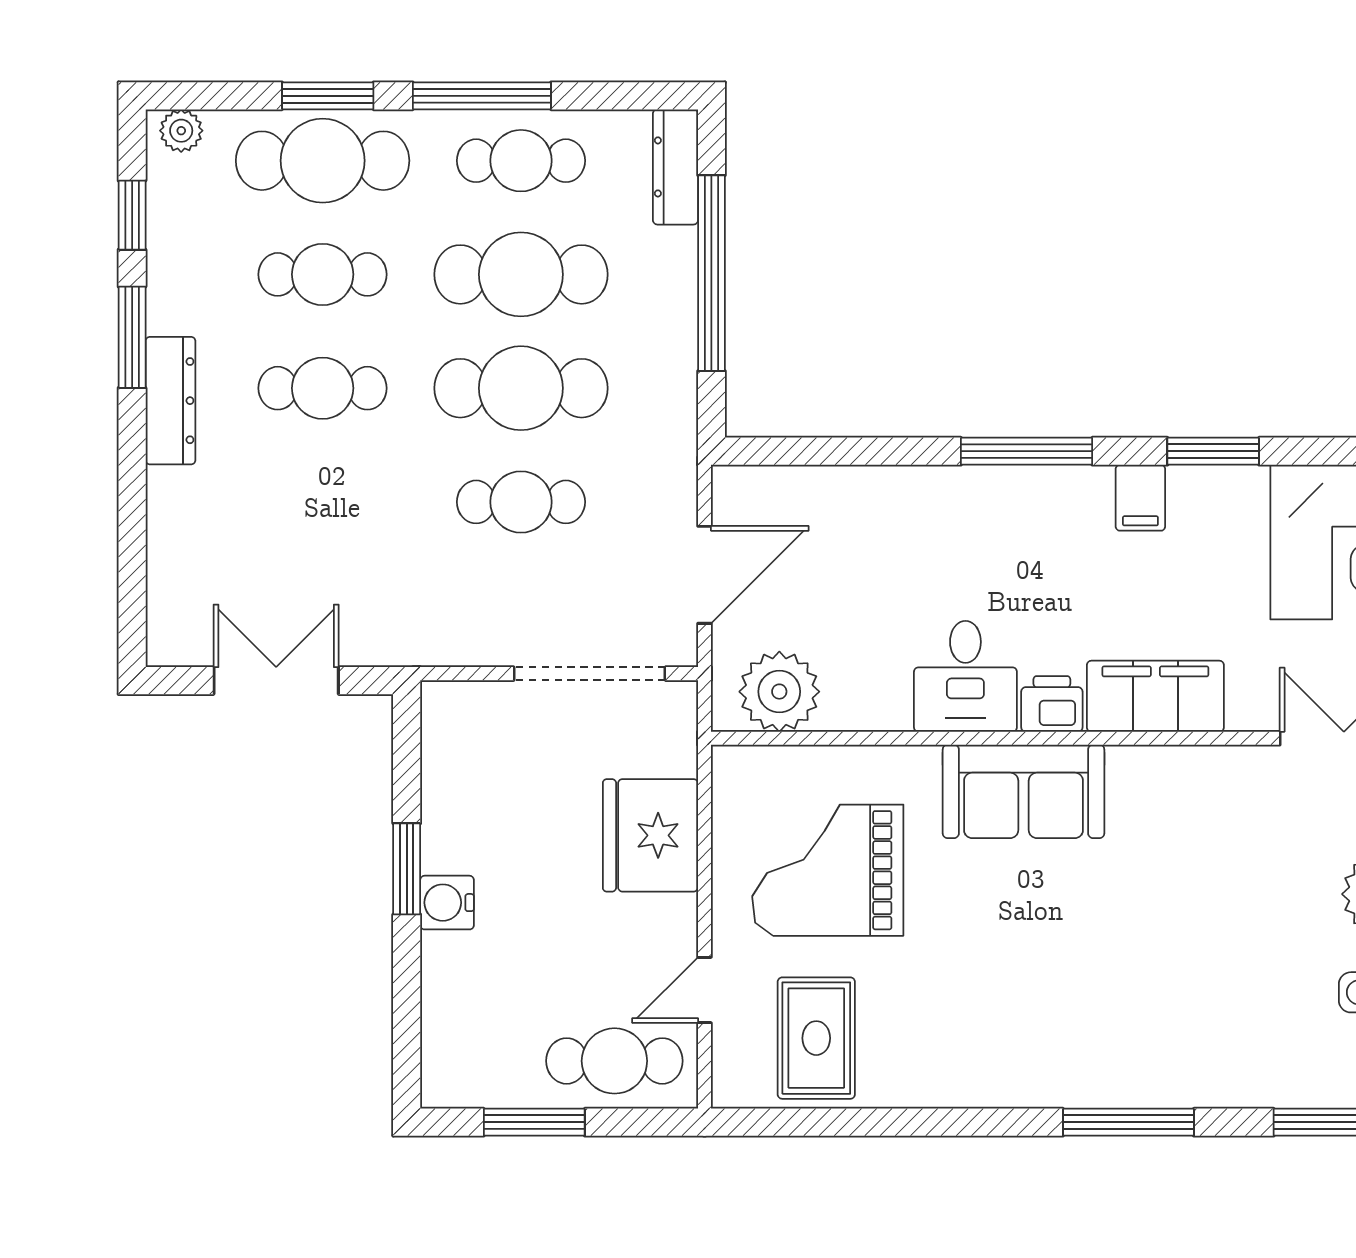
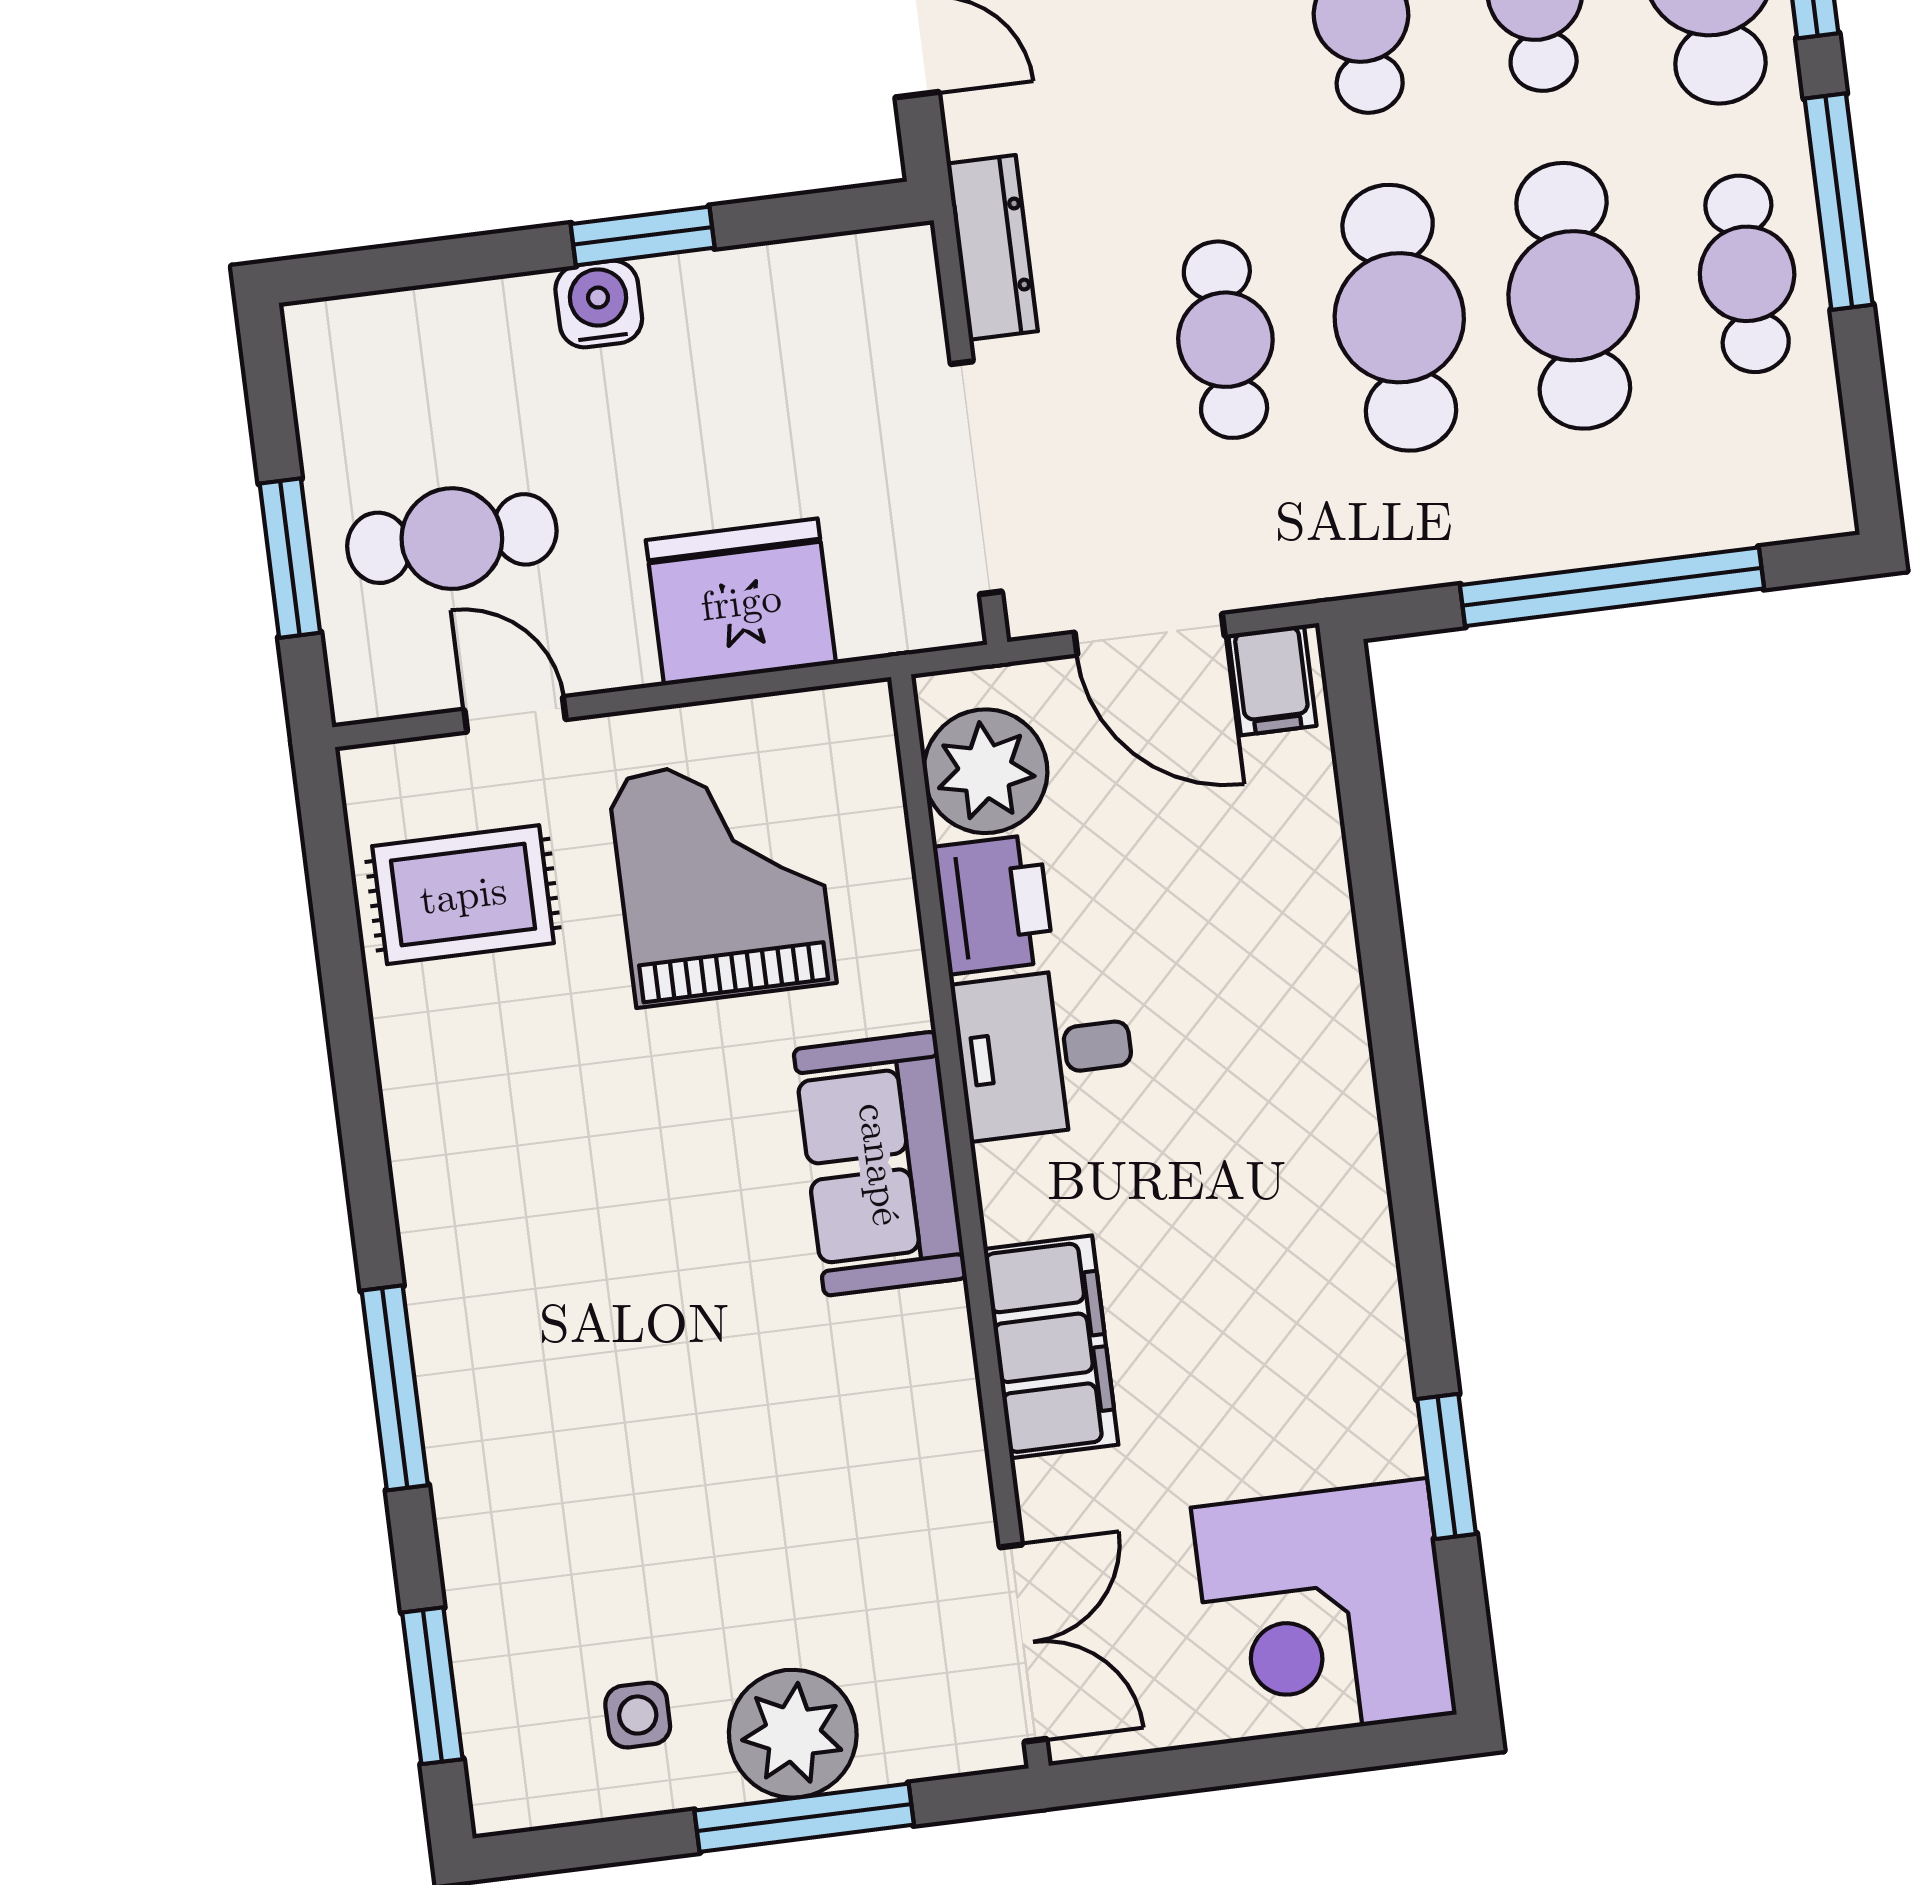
dresser: (675, 167) -> (992, 247), moved, turned 90
window: (1027, 451) -> (1401, 1103), removed
window: (1213, 451) -> (1447, 1466), moved
filing cabinet: (1140, 498) -> (1272, 680), moved, turned -90
printer: (1052, 704) -> (994, 904), moved, width x1.36, depth x1.24
cafe table: (614, 1061) -> (452, 539), moved, turned 90
window: (534, 1122) -> (290, 558), moved

